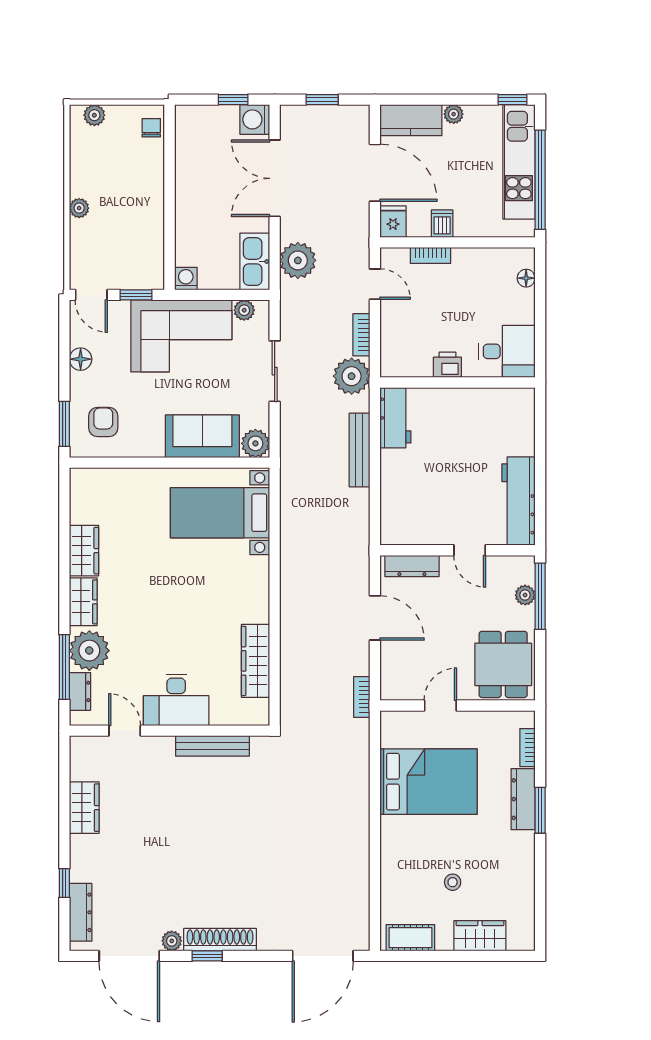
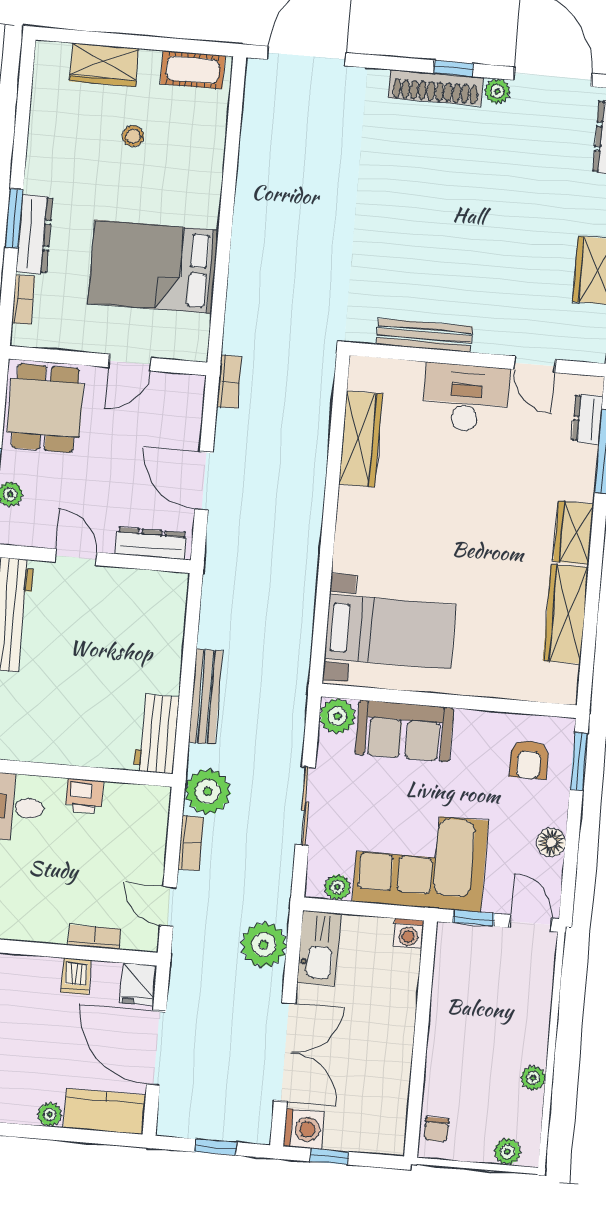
plant: (79, 208) -> (533, 1078), moved
wardrobe: (84, 551) -> (566, 614), width x1.50
plant: (89, 651) -> (571, 470), removed

